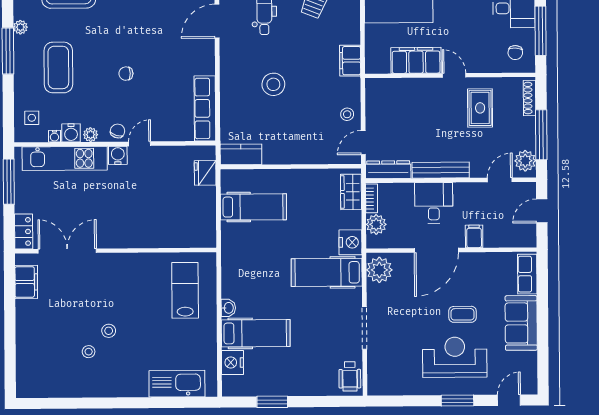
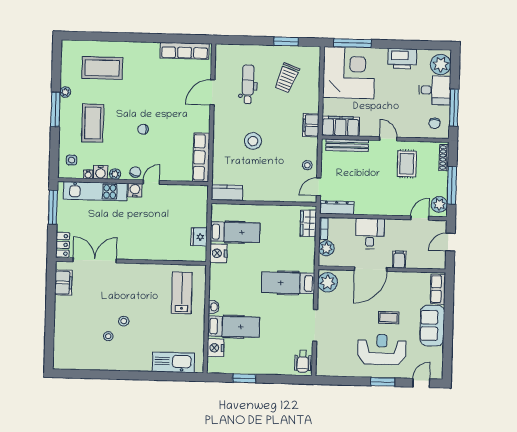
filing cabinet: (416, 60) -> (341, 126), moved
bench: (441, 170) -> (347, 145), moved
fridge: (205, 173) -> (199, 237), moved
nightstand: (350, 242) -> (218, 253), moved, turned 180

